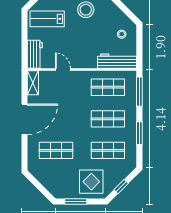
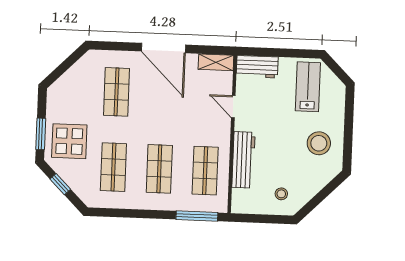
workbench: (117, 61) -> (243, 160), moved
door: (63, 70) -> (233, 107), swing flipped
window: (139, 133) -> (137, 214), removed
window: (76, 202) -> (41, 134), moved

